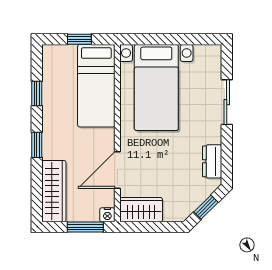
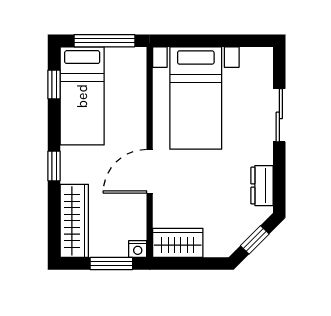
window: (79, 39) -> (104, 41), width x2.17
bed: (96, 86) -> (82, 96), moved
window: (37, 93) -> (54, 84), moved
door: (117, 170) -> (150, 171), moved

